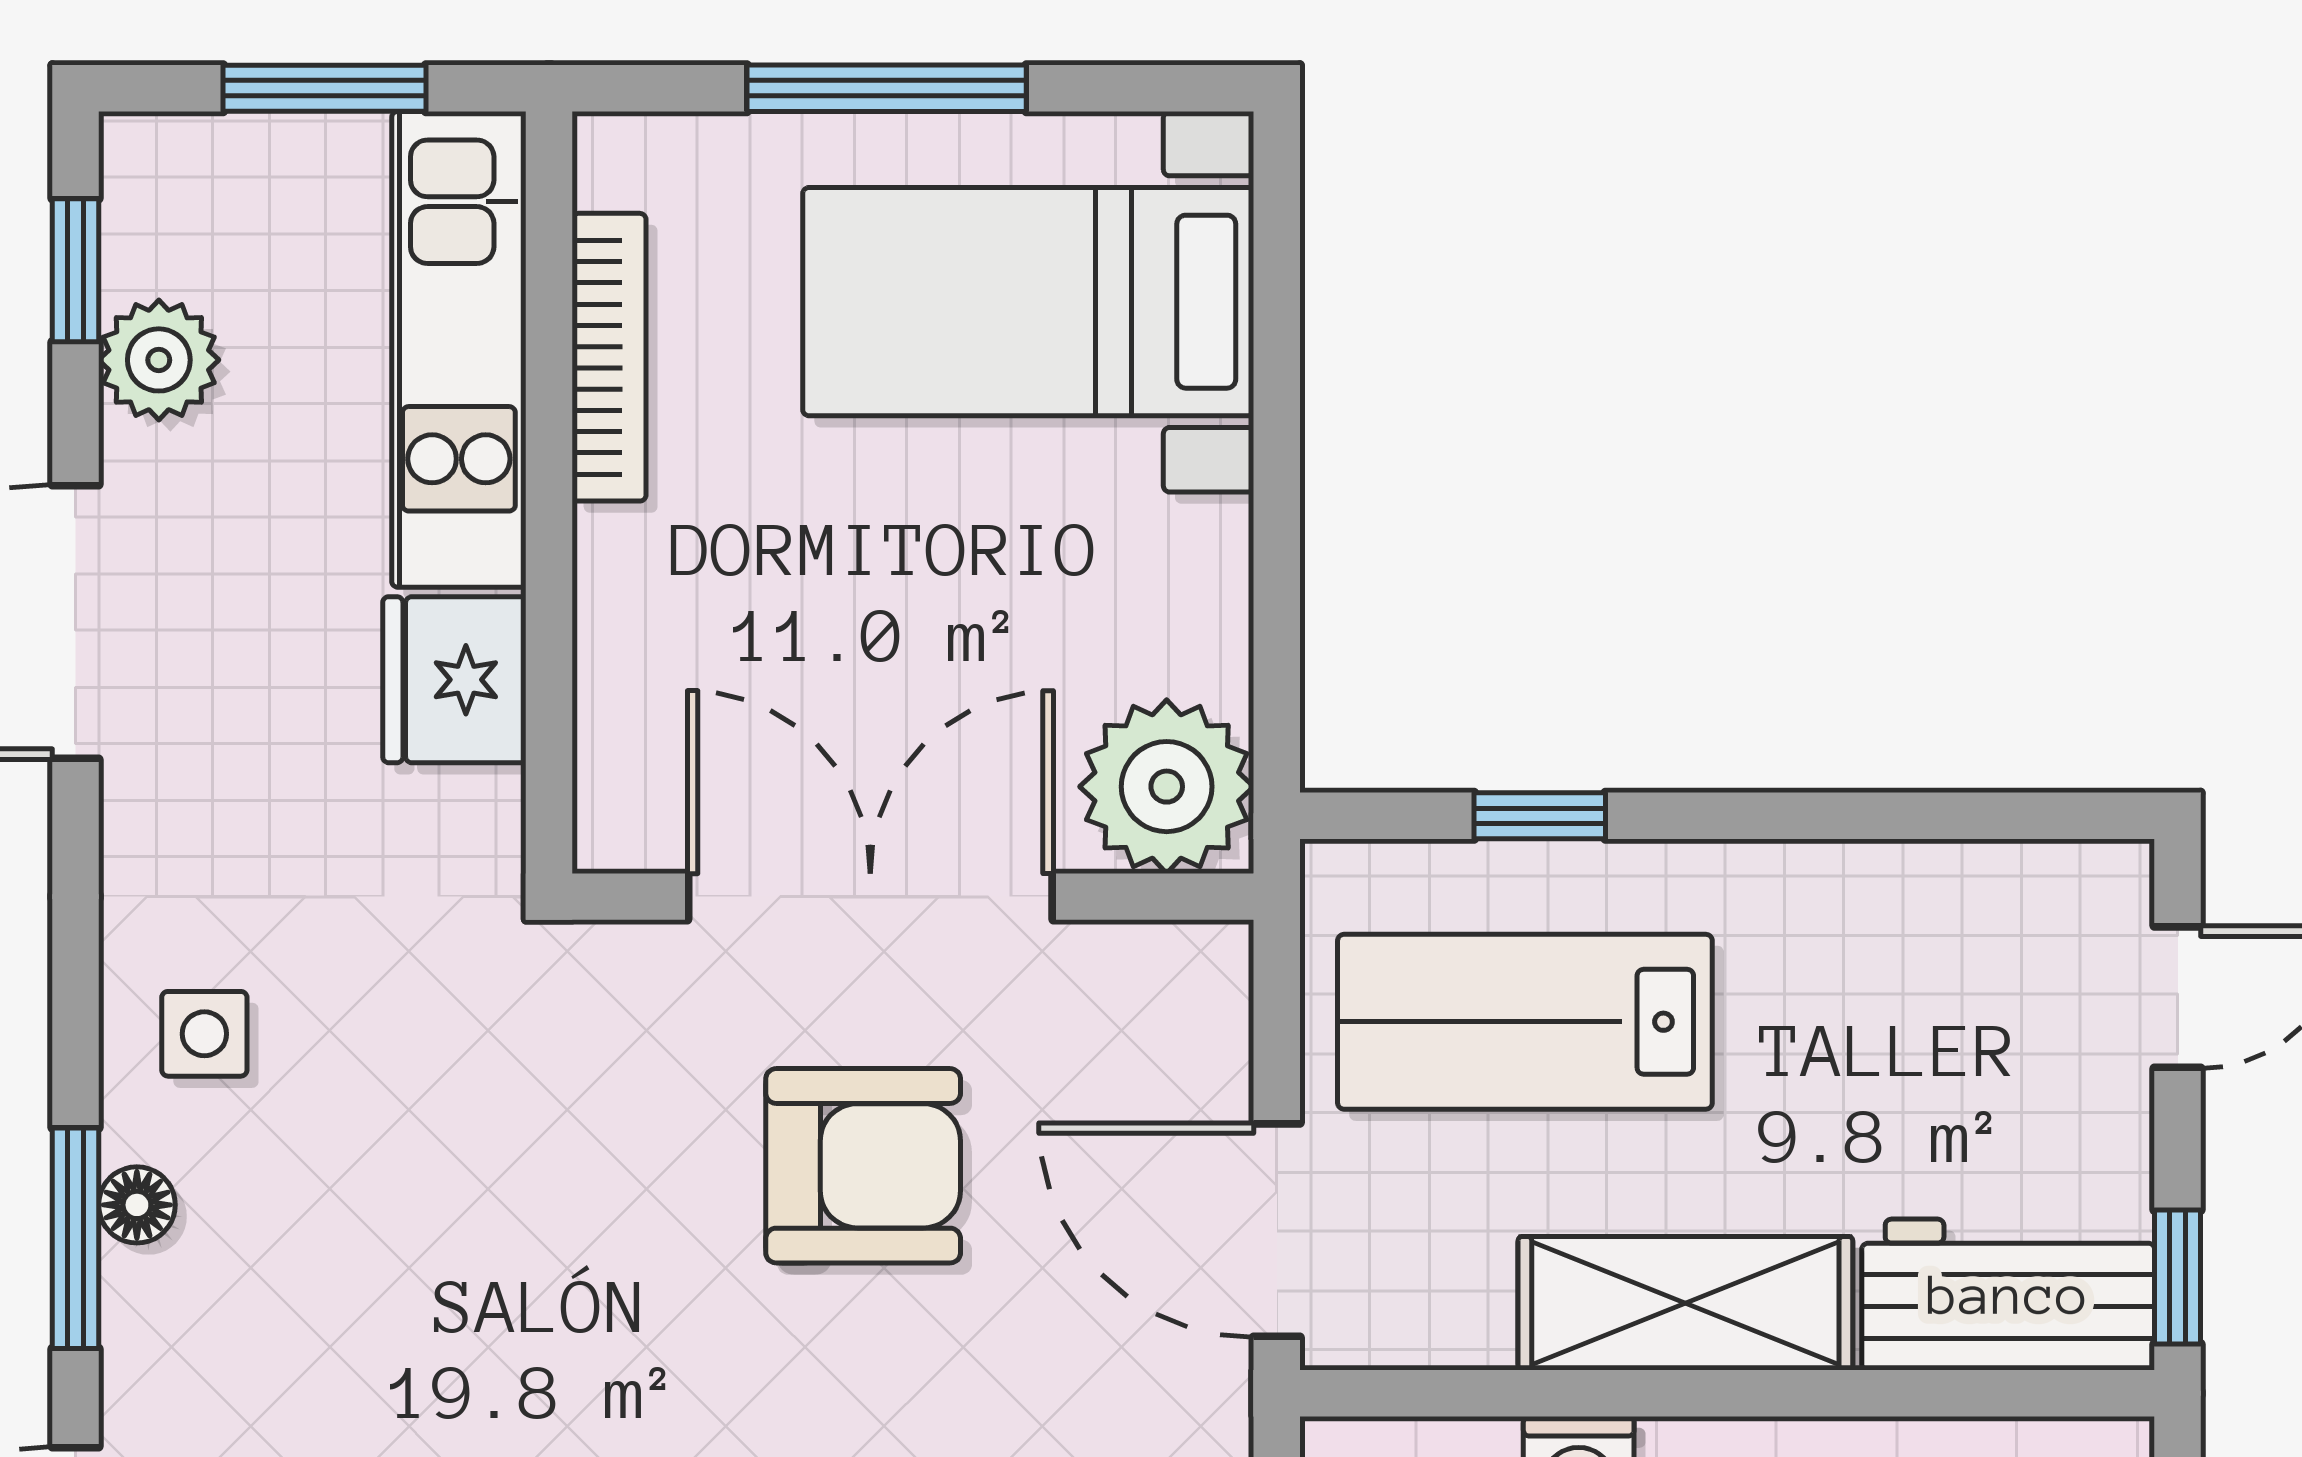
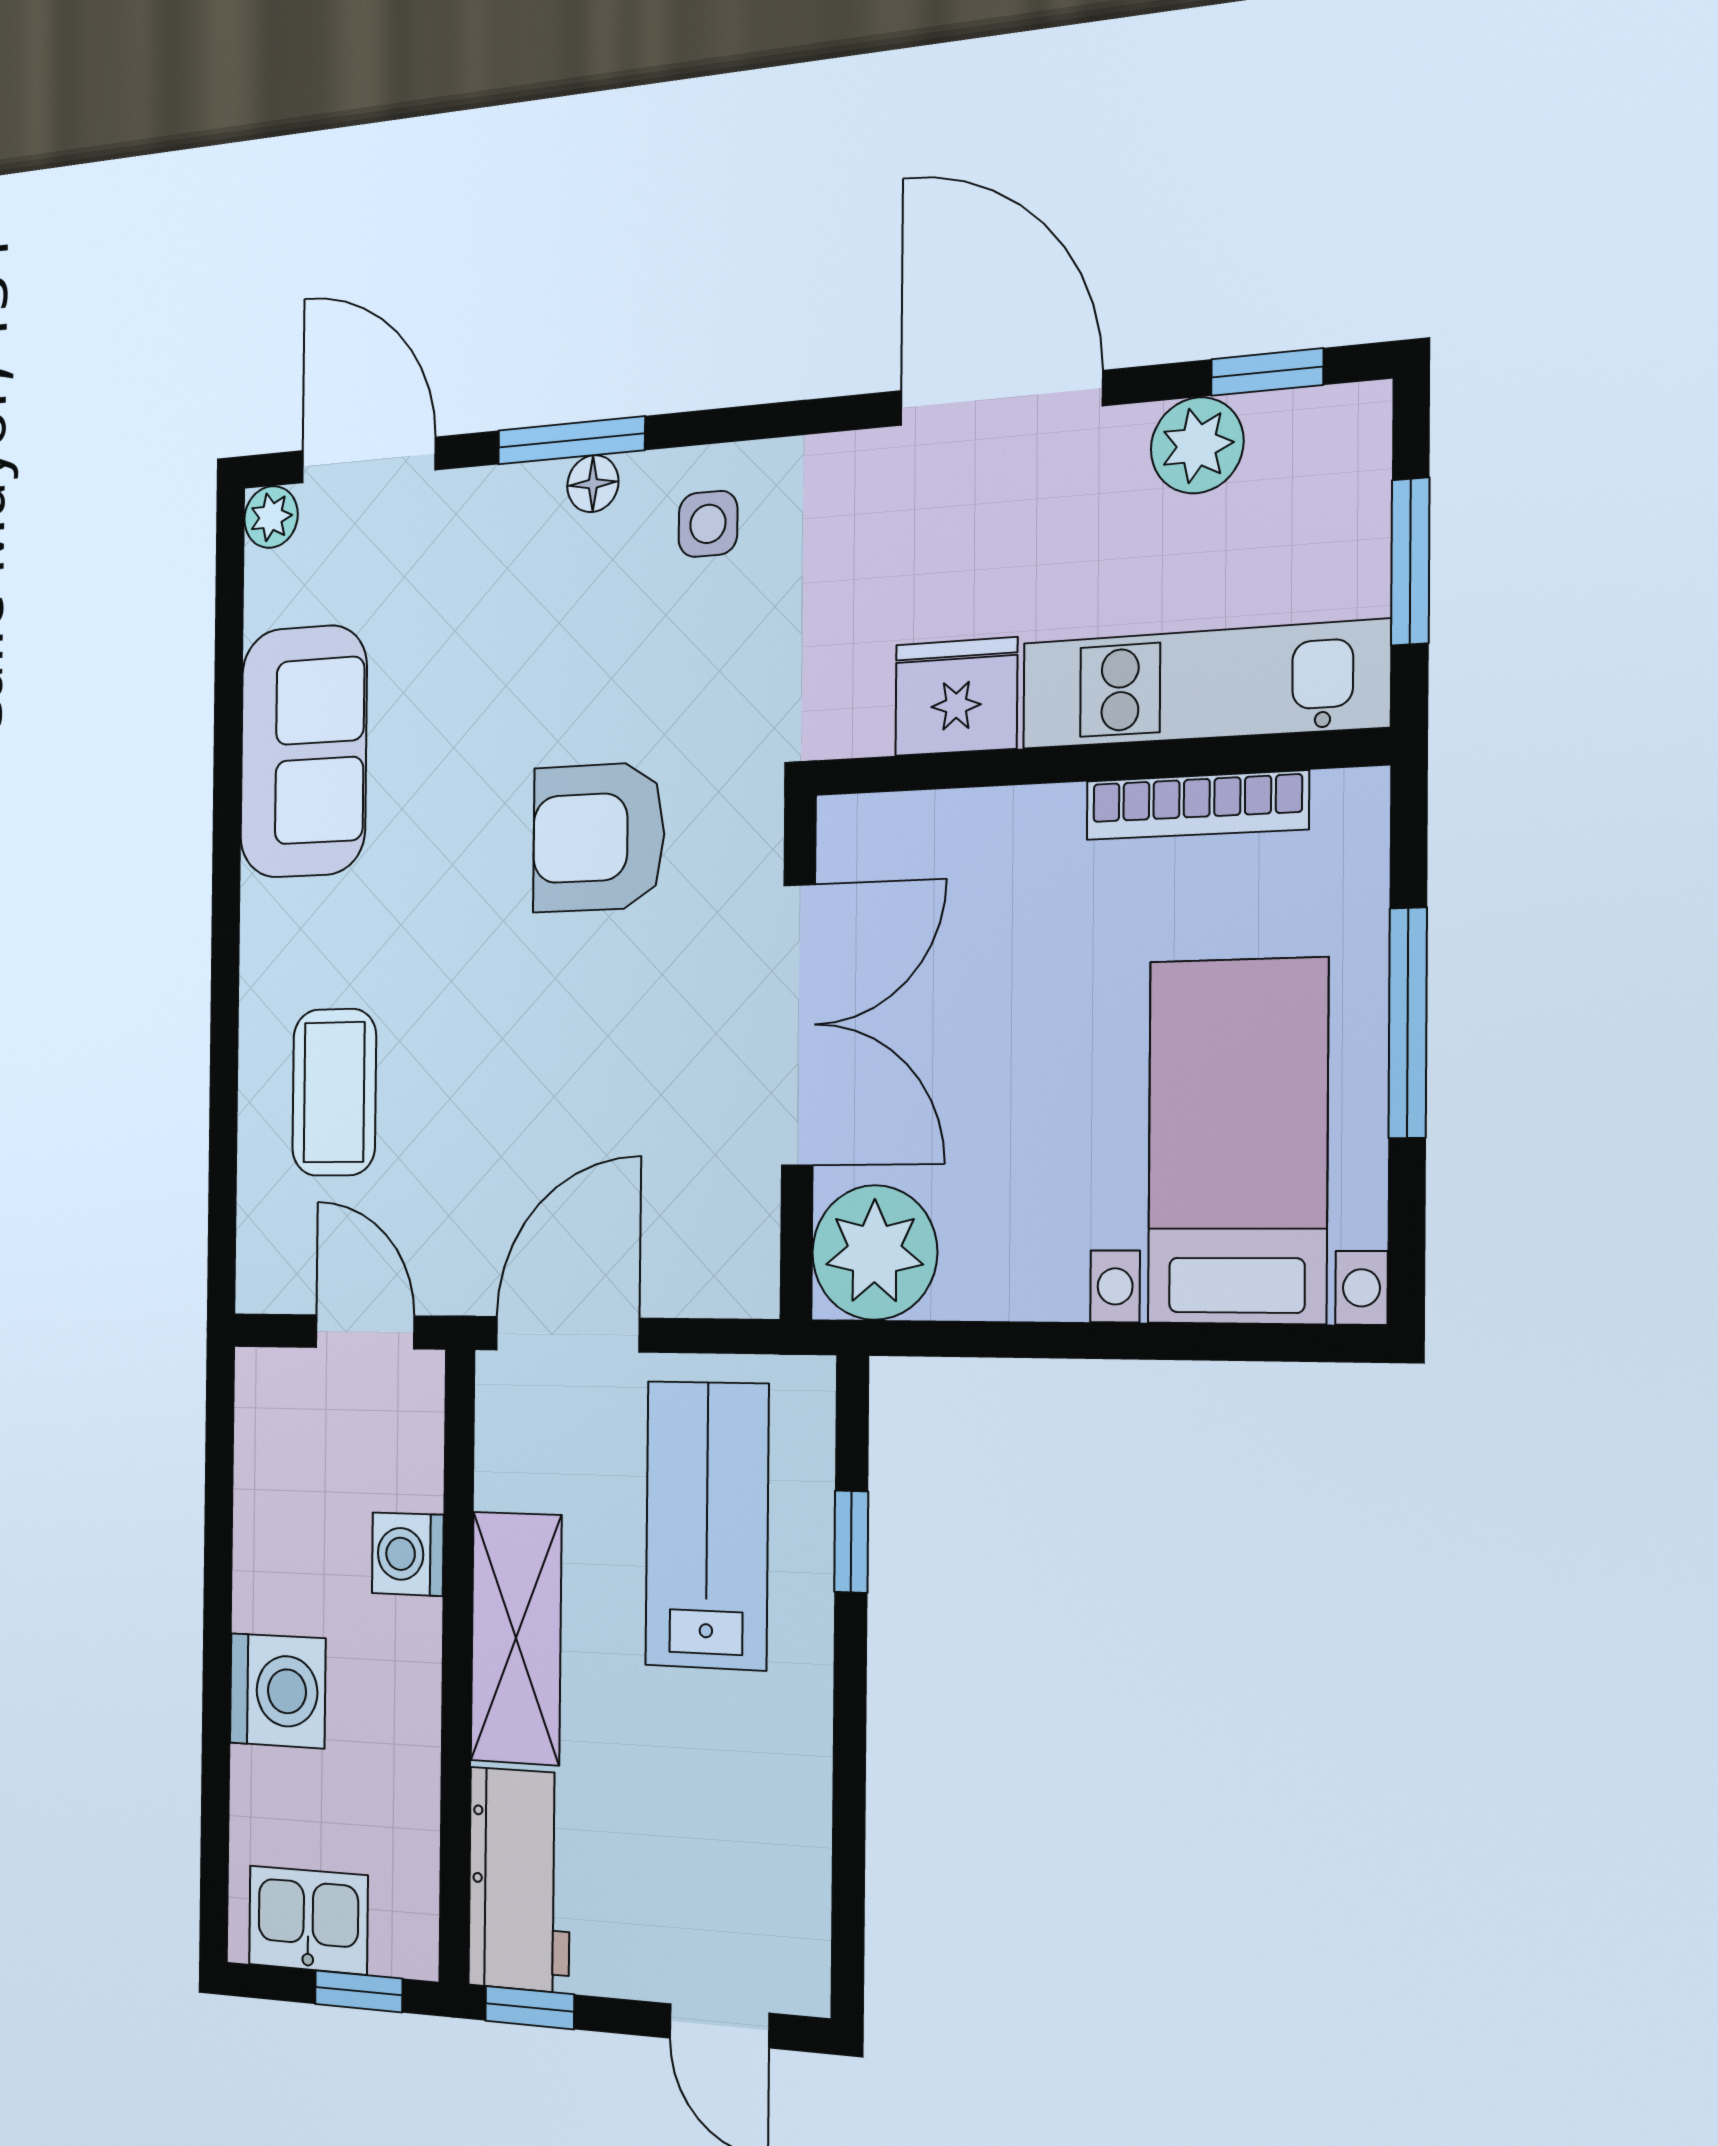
armchair: (863, 1166) -> (598, 837), moved, turned 90

